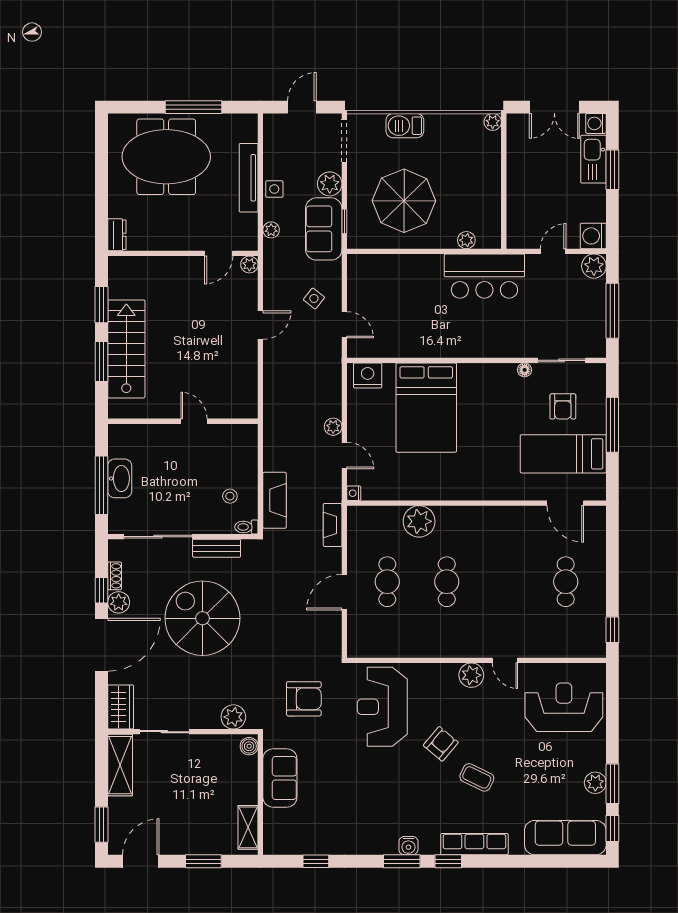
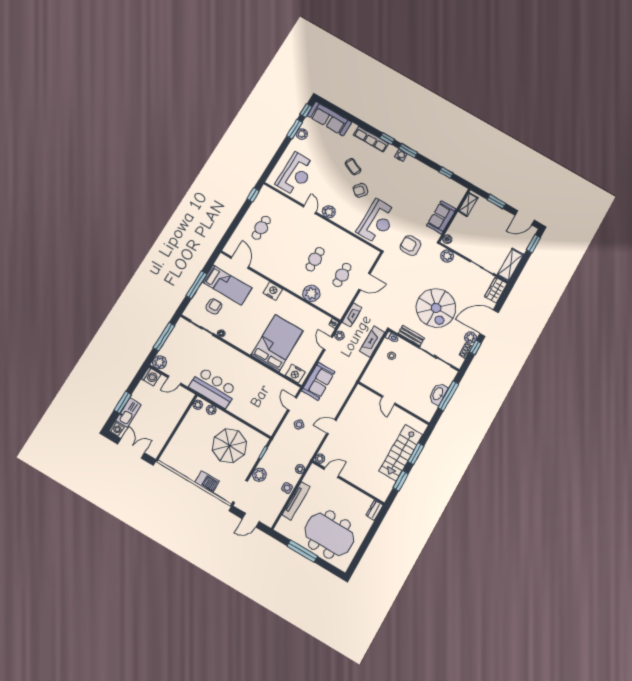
plant: (493, 122) -> (198, 405), moved
sofa: (324, 229) -> (318, 381), moved
plant: (333, 427) -> (339, 336), moved
nightstand: (484, 488) -> (273, 291), added
reception desk: (564, 707) -> (296, 174), turned -90

